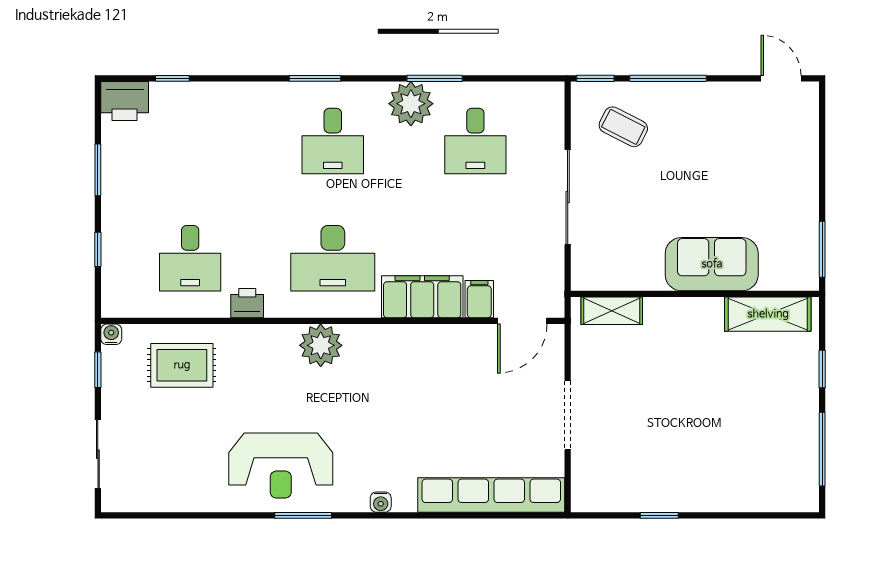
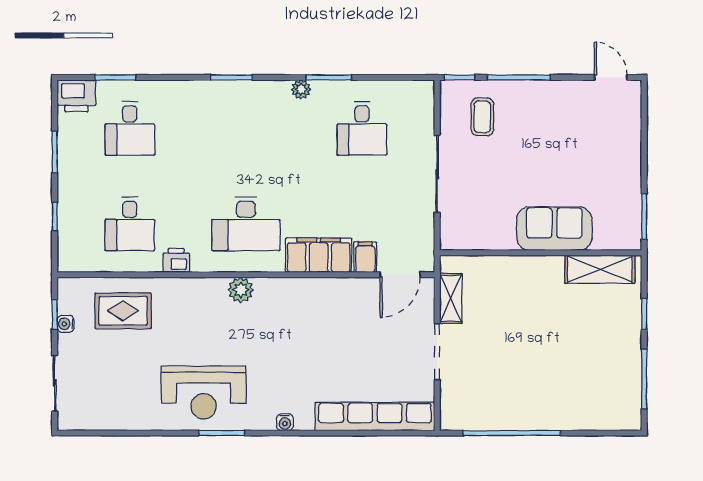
window: (172, 78) -> (115, 77), width x1.50
plant: (411, 104) -> (301, 90), width x0.53, depth x0.53
coffee table: (623, 127) -> (482, 117), turned 63
desk: (333, 141) -> (130, 128), moved
shelving: (612, 311) -> (451, 298), moved, turned 90
water cooler: (111, 334) -> (66, 324), moved, turned -90
plant: (321, 345) -> (241, 290), width x0.73, depth x0.73
window: (659, 515) -> (512, 433), width x3.17

